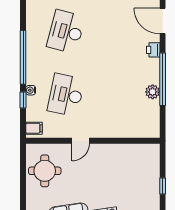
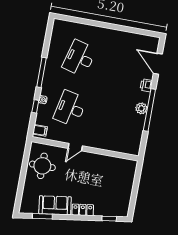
window: (23, 57) -> (42, 72), width x0.68
plant: (153, 92) -> (141, 108), moved
window: (163, 186) -> (134, 195), removed

